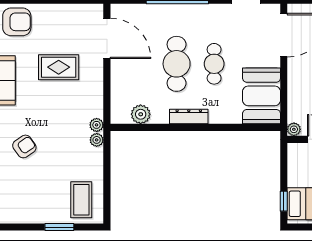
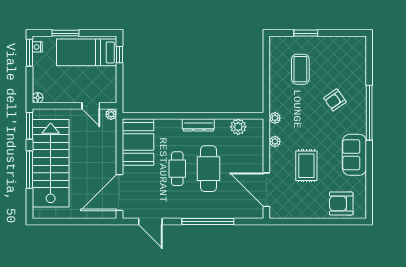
rug: (59, 67) -> (306, 166), turned 90
plant: (97, 140) -> (275, 141), moved
coffee table: (81, 200) -> (300, 69), moved

